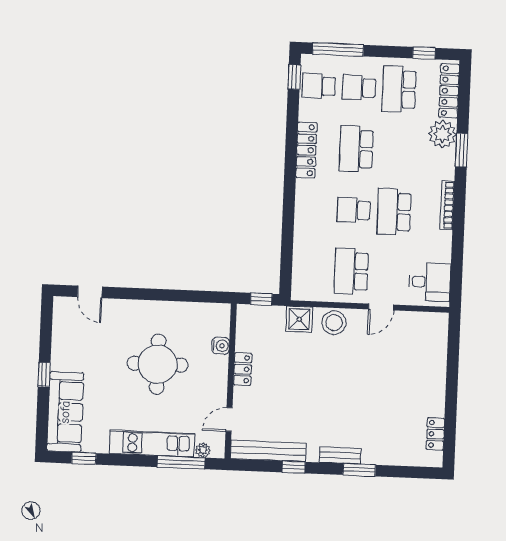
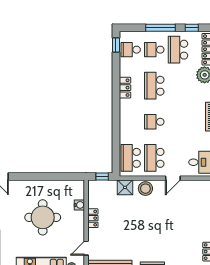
window: (338, 49) -> (161, 28), moved
locker: (306, 150) -> (125, 88), width x0.66
school desk: (394, 212) -> (131, 158), moved

